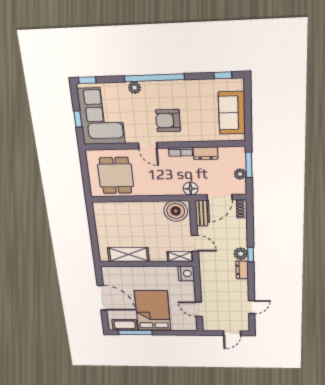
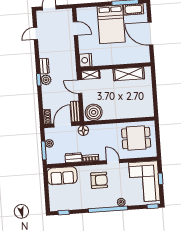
sofa: (232, 113) -> (62, 176), moved, turned 90
dining table: (116, 176) -> (136, 138), turned 90

